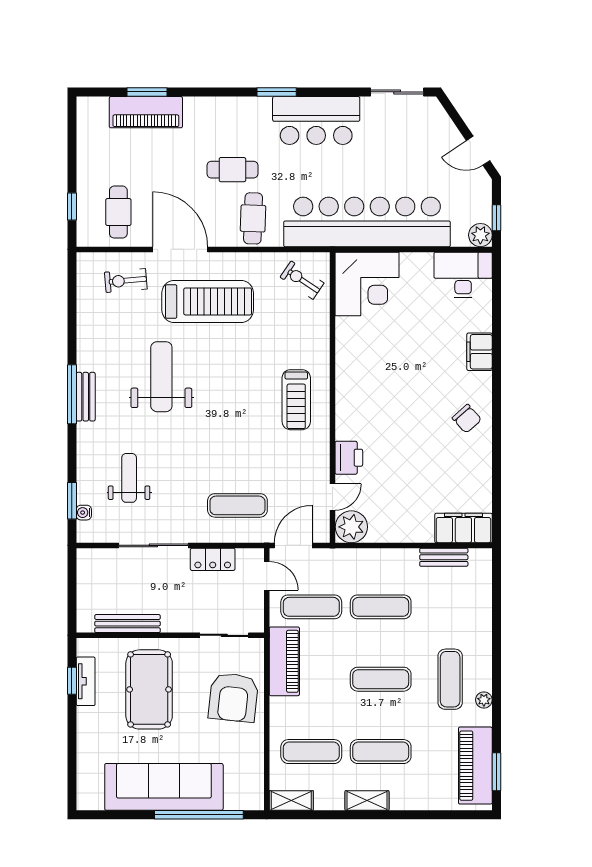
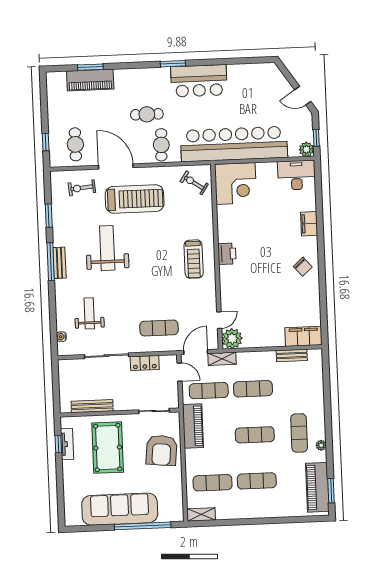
sliding door: (397, 92) -> (250, 60), removed
printer: (349, 458) -> (227, 254), moved
window: (72, 501) -> (49, 216), moved
shelving: (367, 801) -> (222, 359), moved

